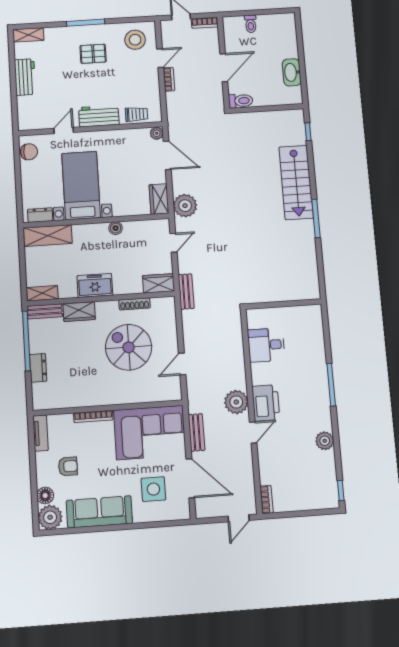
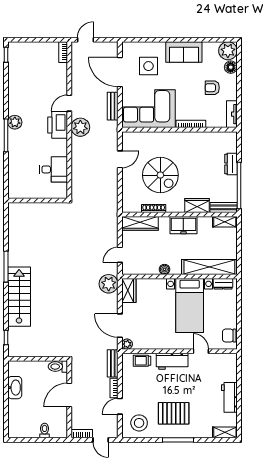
pallet: (93, 54) -> (174, 413), width x1.50, depth x1.42
door: (64, 130) -> (201, 351), swing flipped
shelving: (48, 236) -> (209, 267), width x1.47
wardrobe: (158, 283) -> (140, 223), width x1.50
bench: (186, 292) -> (113, 363), moved
plant: (325, 441) -> (15, 122), moved
sofa: (99, 512) -> (184, 52), width x0.73

